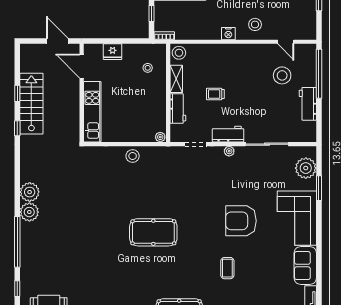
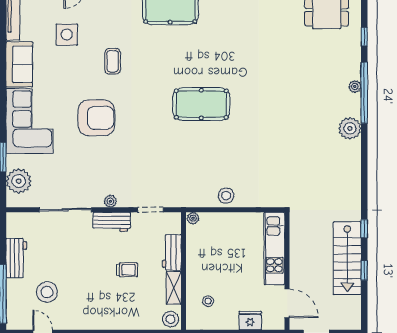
plant: (30, 192) -> (355, 87), moved, width x0.53, depth x0.53
side table: (266, 290) -> (67, 35), added

